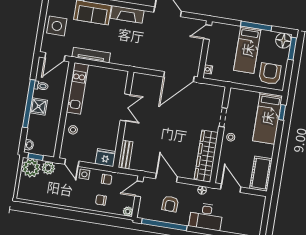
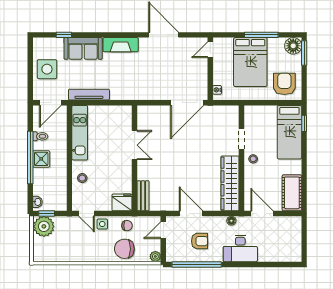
bed: (247, 50) -> (250, 62), width x1.50
plant: (48, 168) -> (62, 223), removed
chair: (101, 200) -> (124, 249), width x1.87, depth x1.87
armchair: (170, 204) -> (200, 241), turned -92

